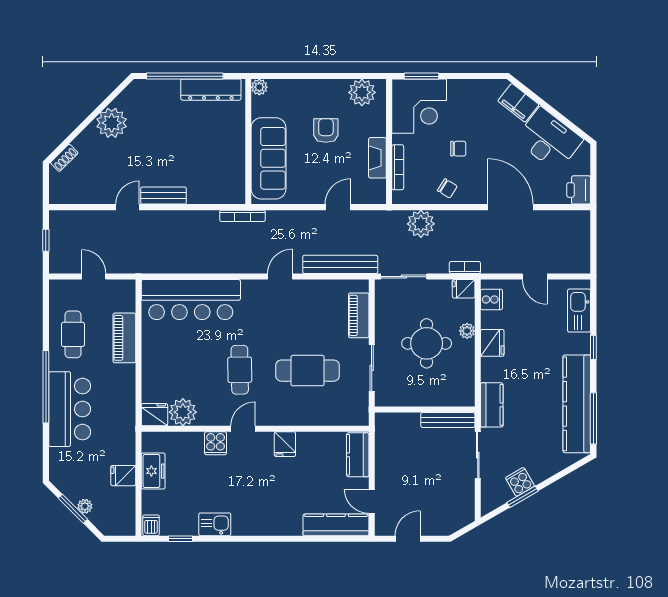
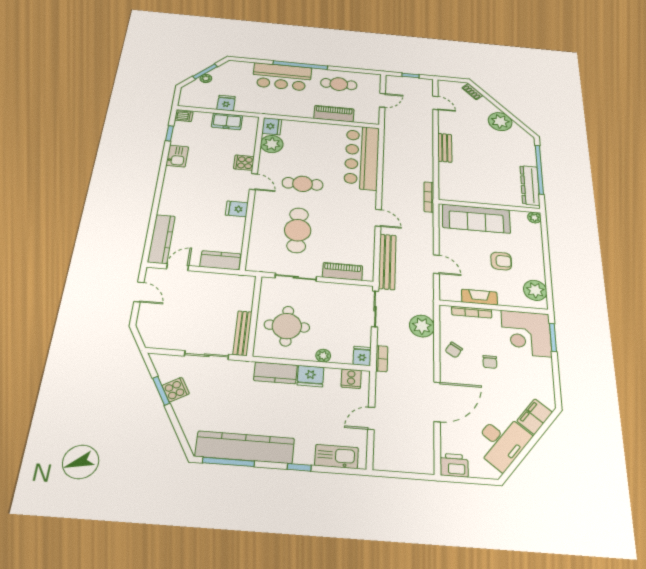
door: (127, 207) -> (435, 103), moved
round table: (427, 343) -> (287, 326), moved
kitchen counter: (492, 405) -> (275, 373), moved

